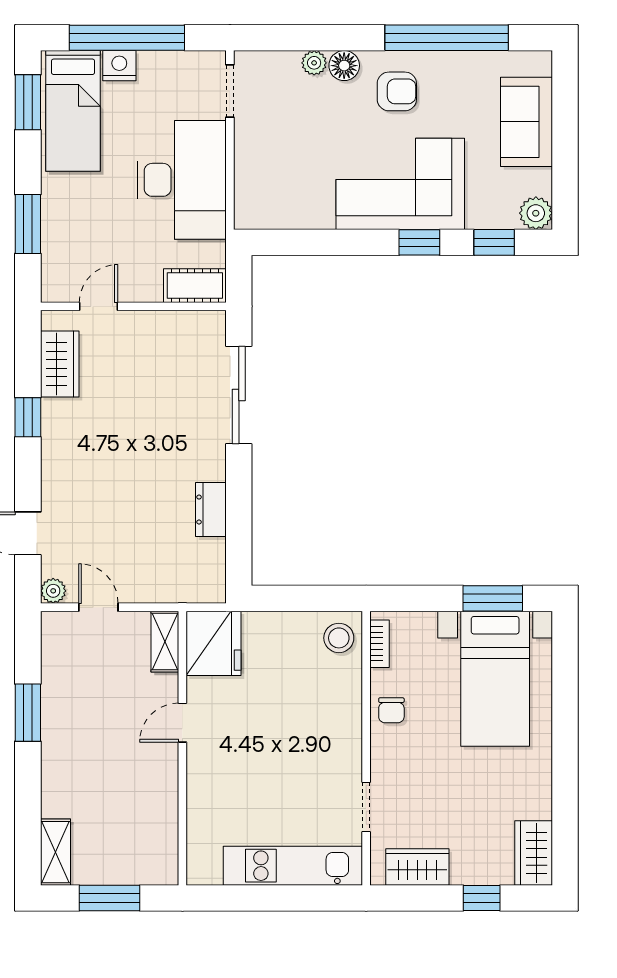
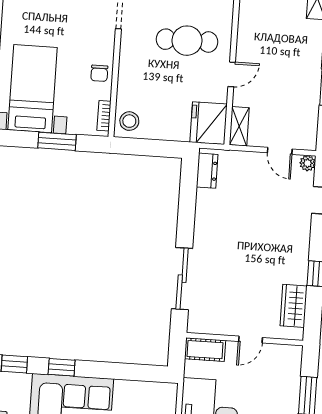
door: (99, 306) -> (250, 340), moved
dresser: (211, 510) -> (207, 171), moved
window: (493, 598) -> (57, 141), moved
chair: (391, 710) -> (99, 73), turned 180
cafe table: (257, 771) -> (187, 41), added

